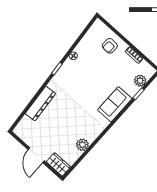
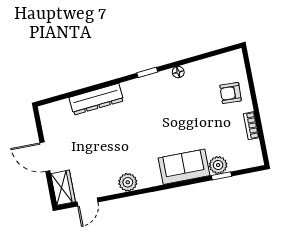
plant: (140, 81) -> (218, 165), moved
plant: (82, 145) -> (128, 182), moved
door: (36, 155) -> (45, 157), hinge flipped
door: (77, 162) -> (87, 202), added

